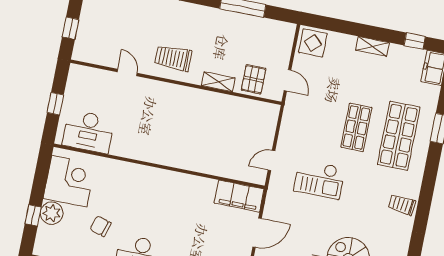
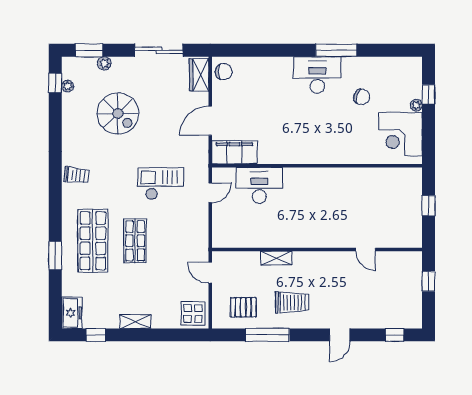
trolley: (173, 58) -> (292, 302), moved
pallet: (254, 79) -> (243, 307), moved, turned 90
desk: (88, 132) -> (259, 185), moved
plant: (52, 213) -> (416, 105), width x0.53, depth x0.53

